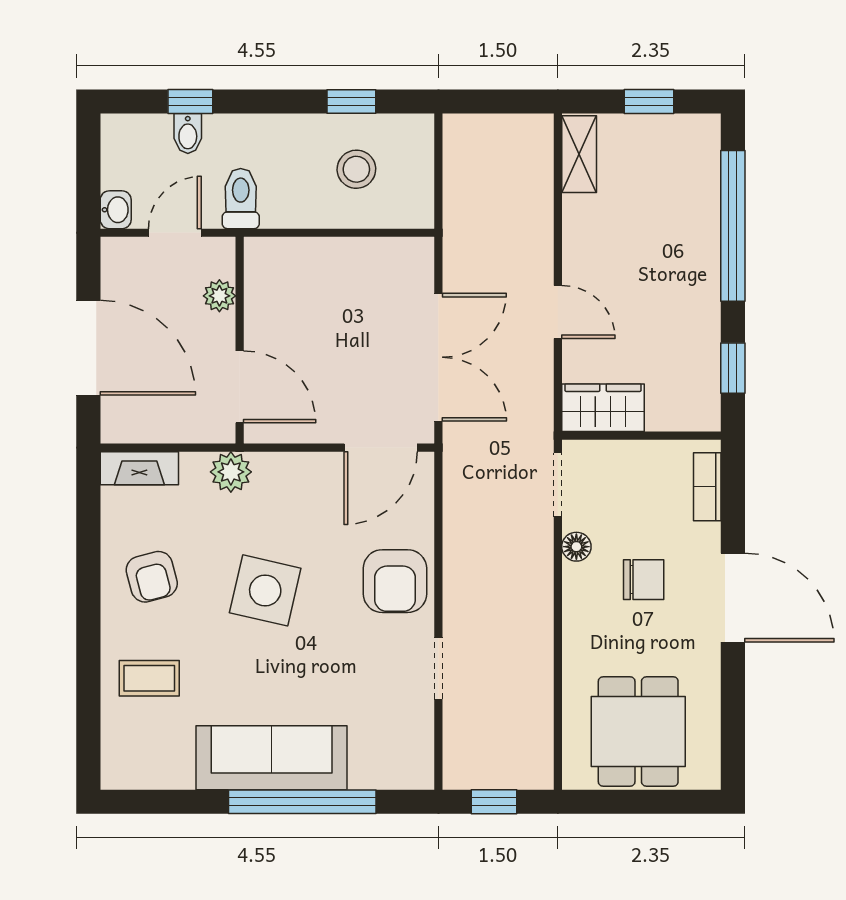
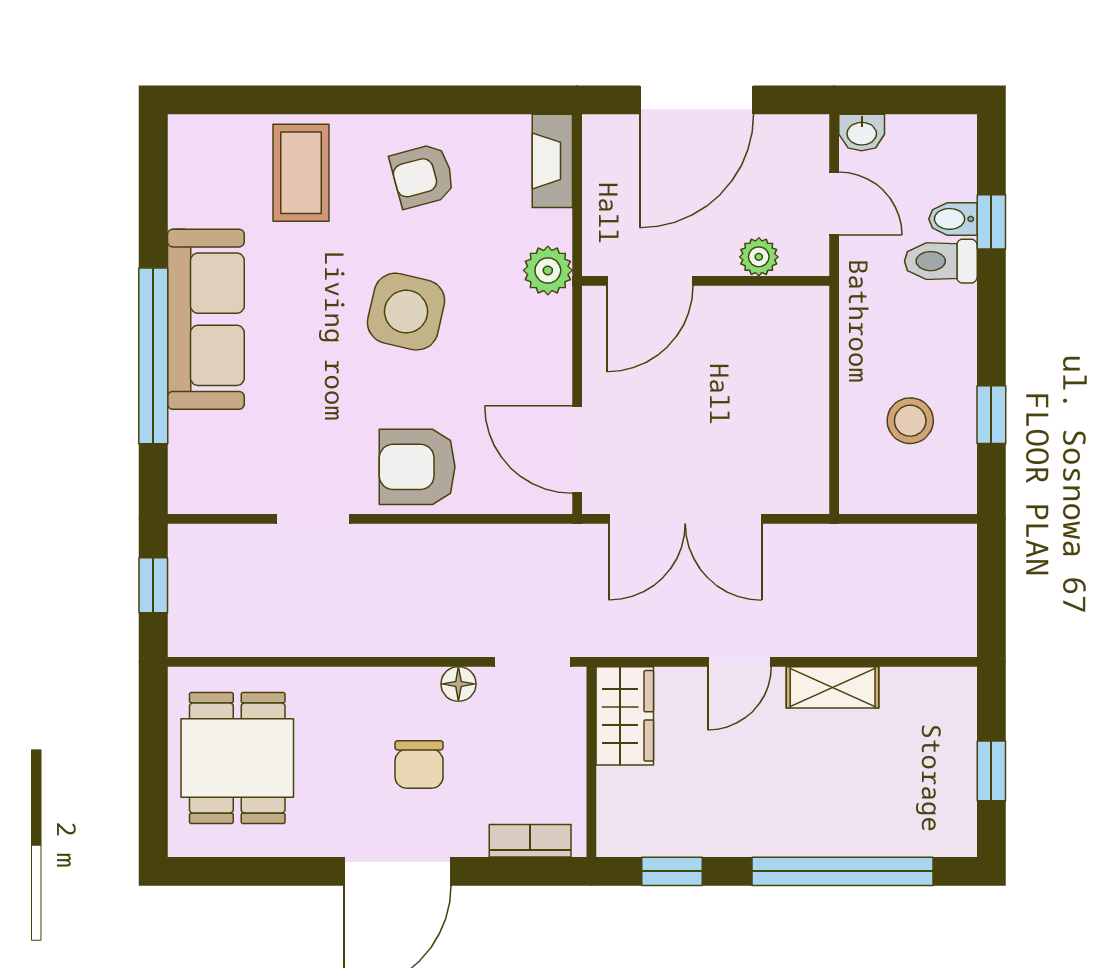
shelving: (579, 154) -> (833, 687), moved
toilet: (241, 199) -> (941, 261), moved, turned 180
coffee table: (149, 678) -> (301, 173), width x1.36, depth x1.30
dining table: (638, 732) -> (237, 758), turned 90

